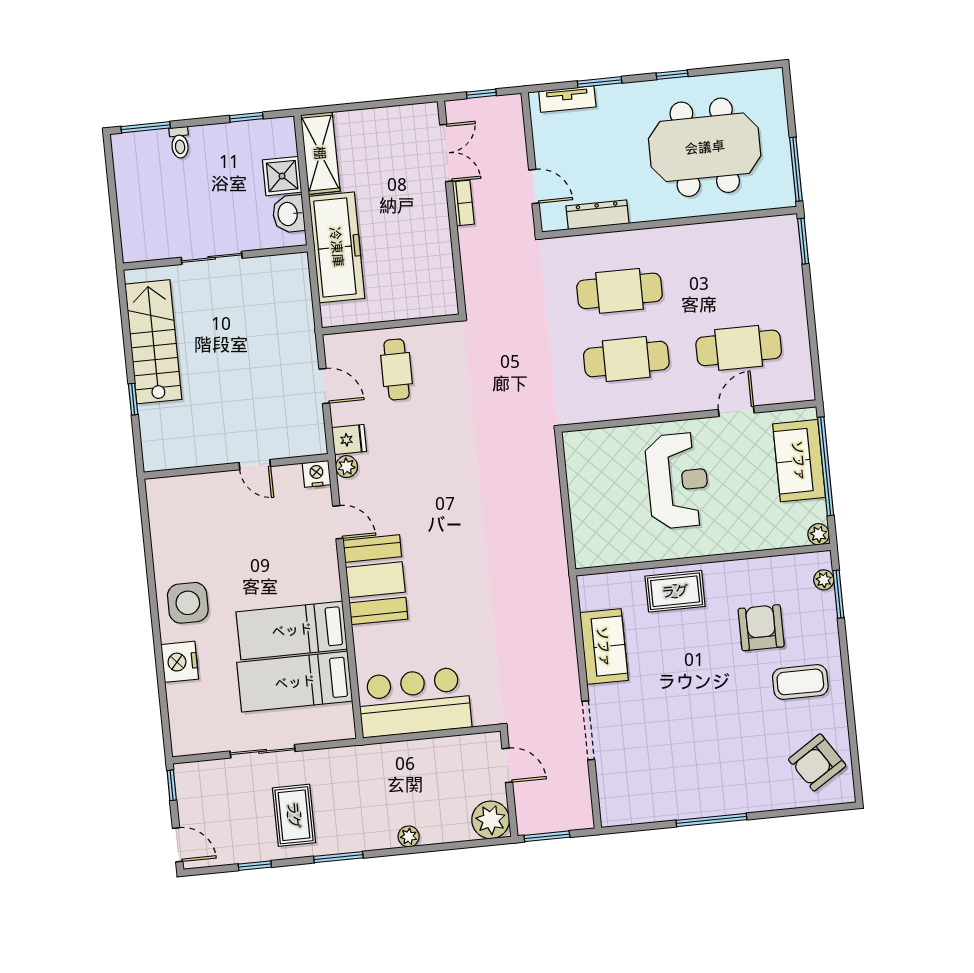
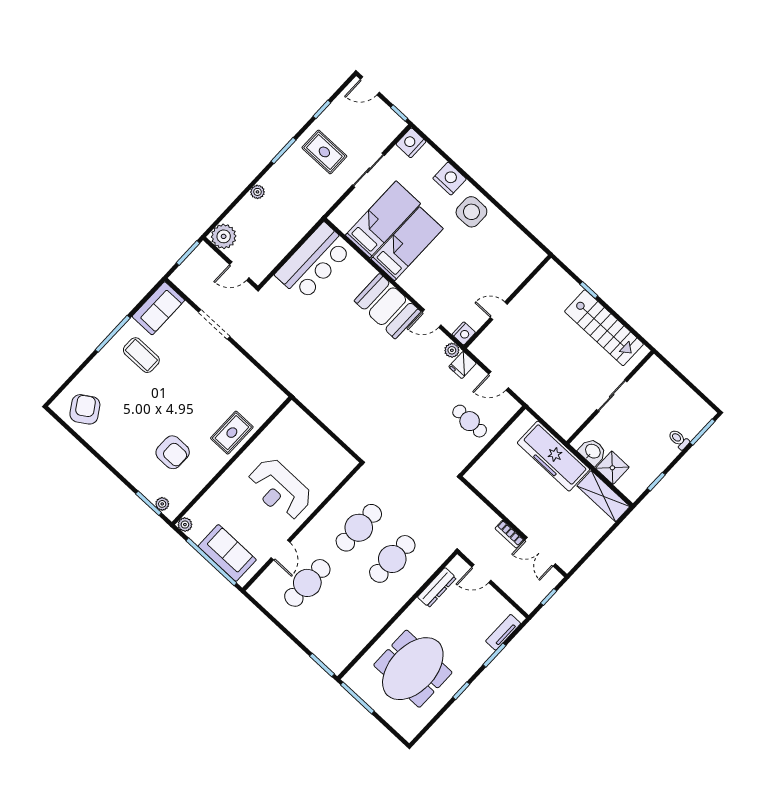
sofa: (604, 647) -> (158, 308), moved, turned -90
coffee table: (800, 682) -> (141, 355), moved, turned 90
nightstand: (188, 740) -> (411, 143), added

